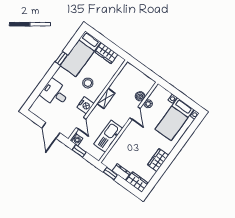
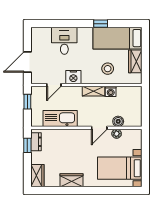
stool: (88, 83) -> (108, 69), moved
washing machine: (76, 139) -> (111, 91), moved
dresser: (121, 172) -> (36, 142), moved

